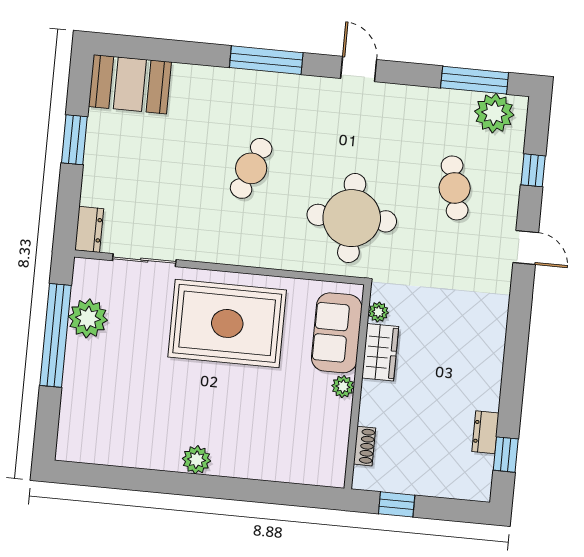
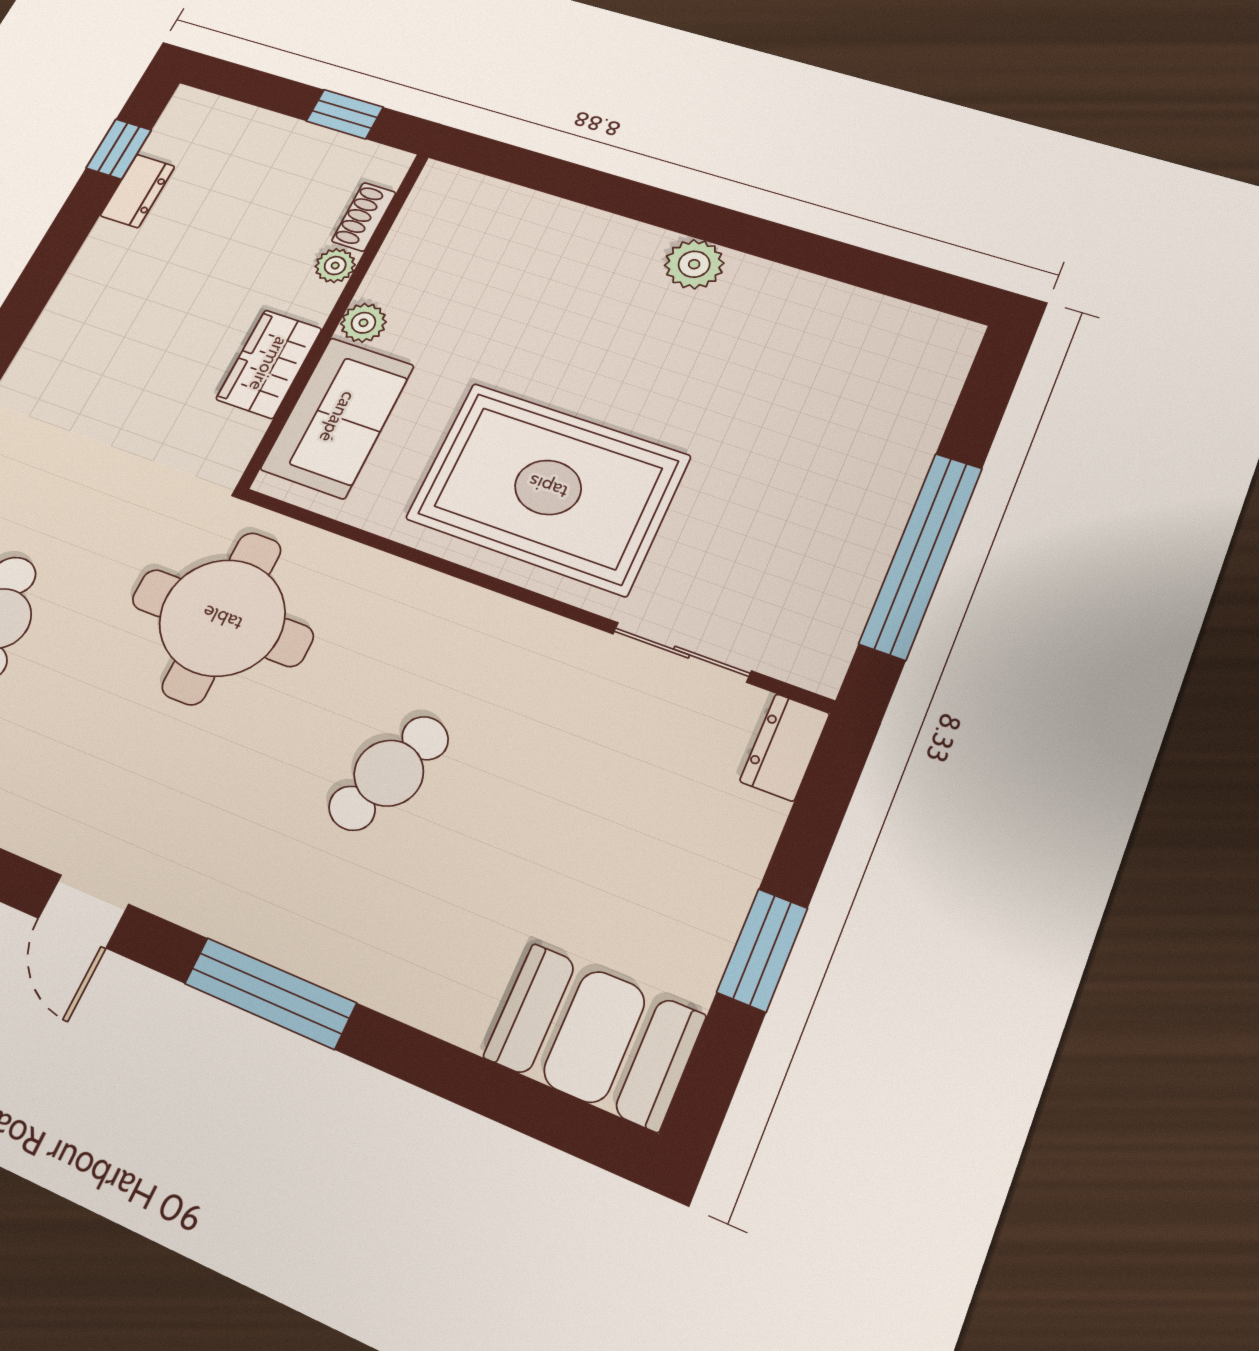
plant: (378, 312) -> (335, 266), moved
plant: (88, 318) -> (840, 570), removed

